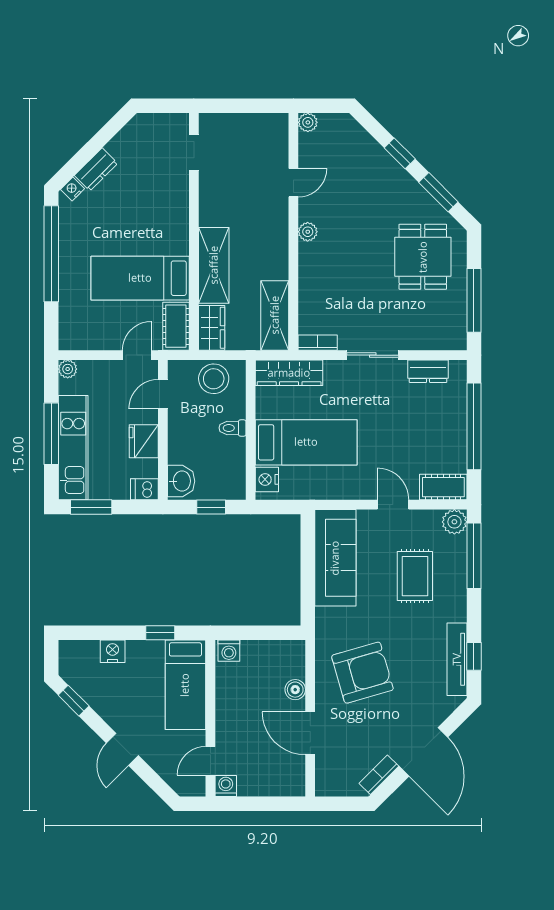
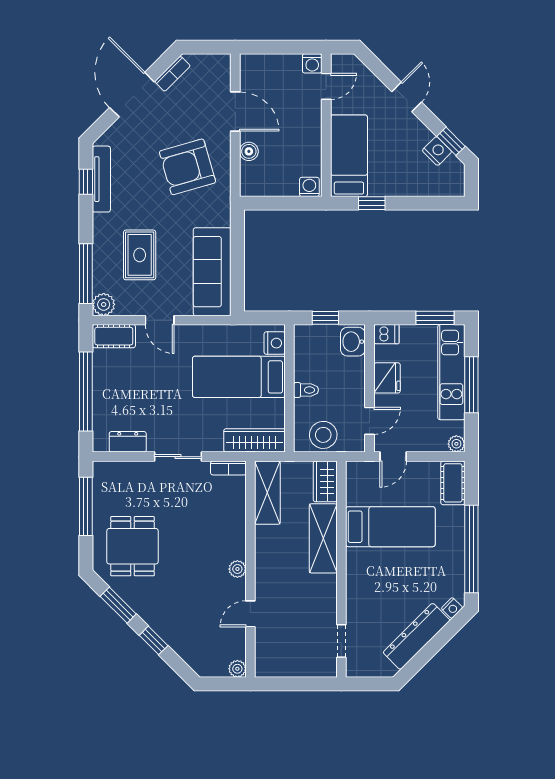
dresser: (96, 169) -> (417, 636), width x1.96, depth x1.24
cot: (176, 326) -> (453, 483), moved
nightstand: (113, 651) -> (437, 151), moved, turned -135

